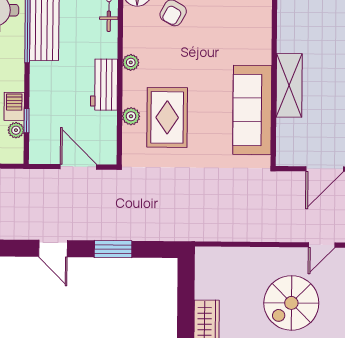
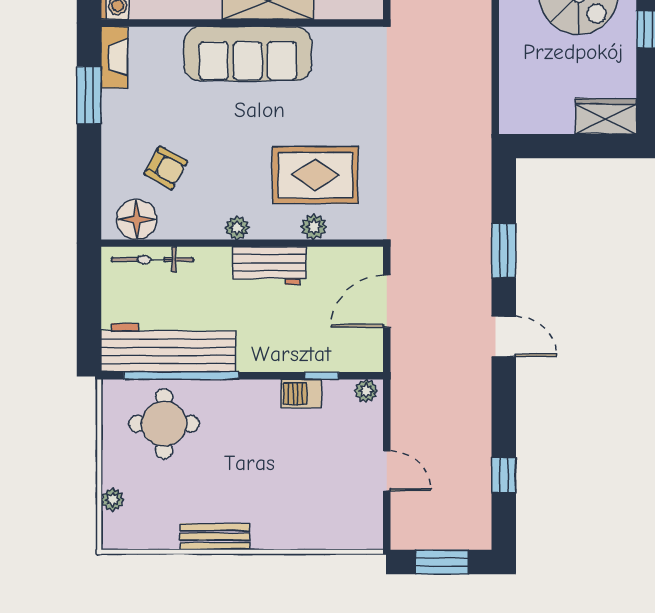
sofa: (252, 110) -> (248, 54), moved
plant: (16, 130) -> (366, 391), moved
door: (53, 249) -> (504, 336), hinge flipped

